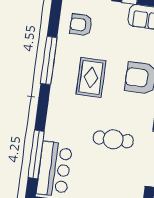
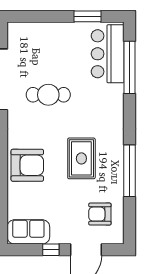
armchair: (81, 25) -> (100, 214), turned 180

